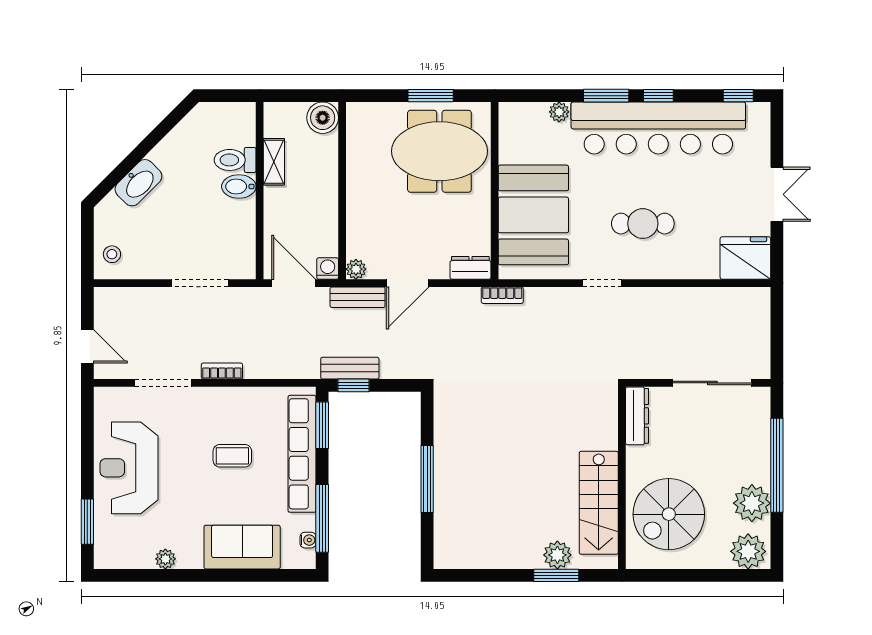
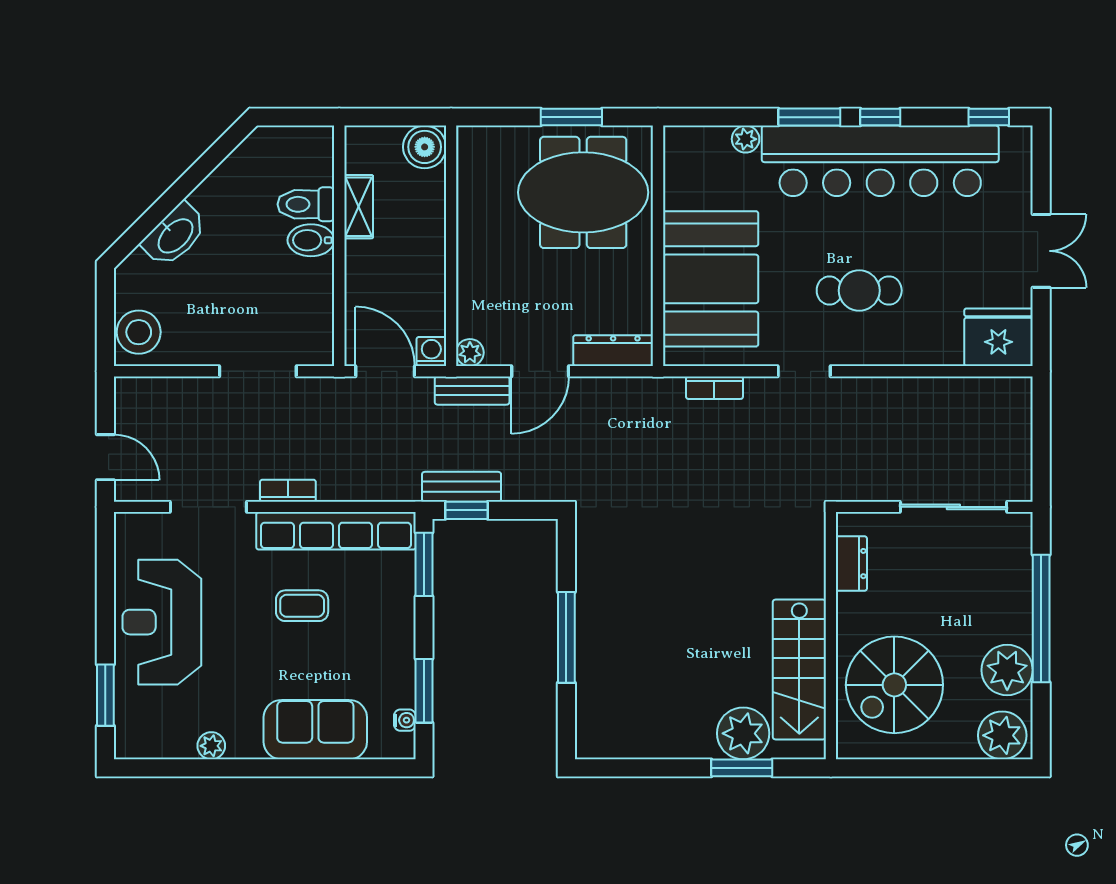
stool: (112, 254) -> (139, 332), width x1.89, depth x1.89
dresser: (470, 268) -> (613, 351), width x1.44
bookcase: (502, 295) -> (714, 388), moved
dresser: (637, 416) -> (851, 564), width x0.70
row of seats: (302, 454) -> (336, 531), moved, turned -90
window: (322, 518) -> (424, 691), width x0.69
plant: (557, 555) -> (743, 733), width x1.36, depth x1.36

